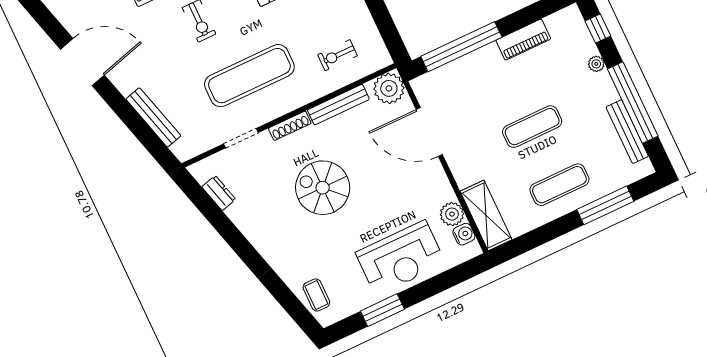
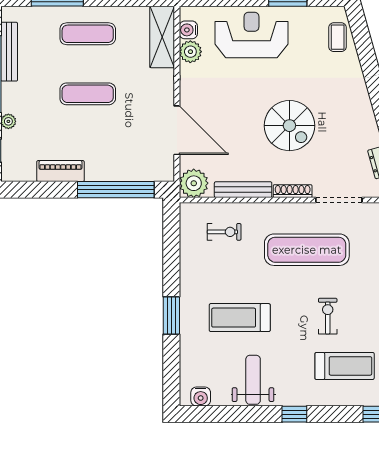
doorway: (241, 138) -> (339, 200), width x1.38

